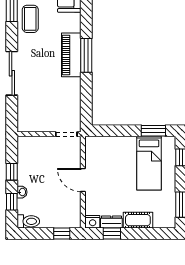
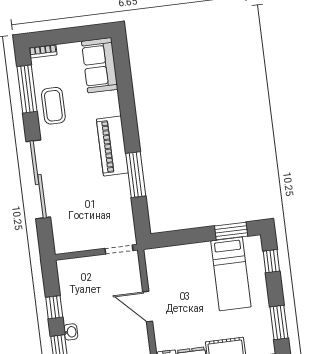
window: (86, 55) -> (136, 175), moved
sliding door: (12, 73) -> (38, 179), width x1.36

